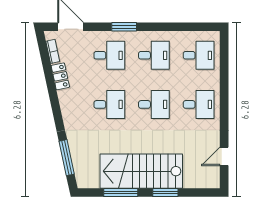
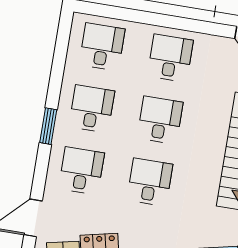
window: (124, 27) -> (48, 126), moved

